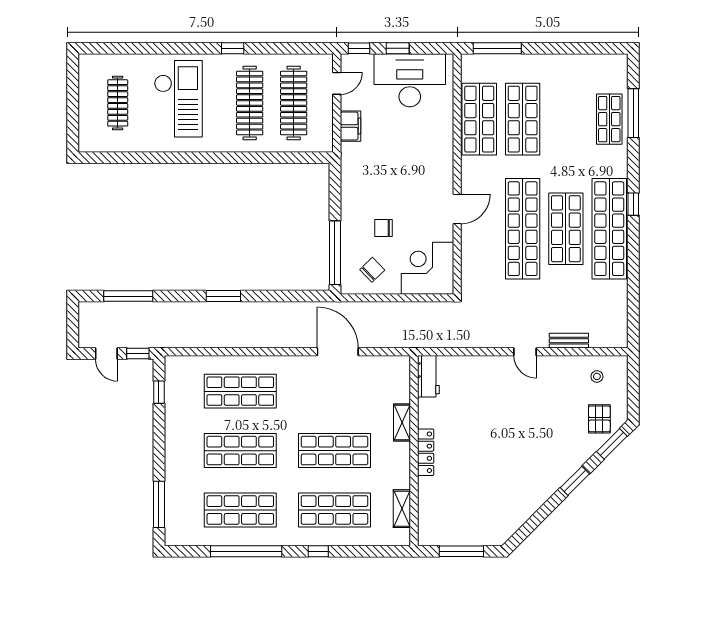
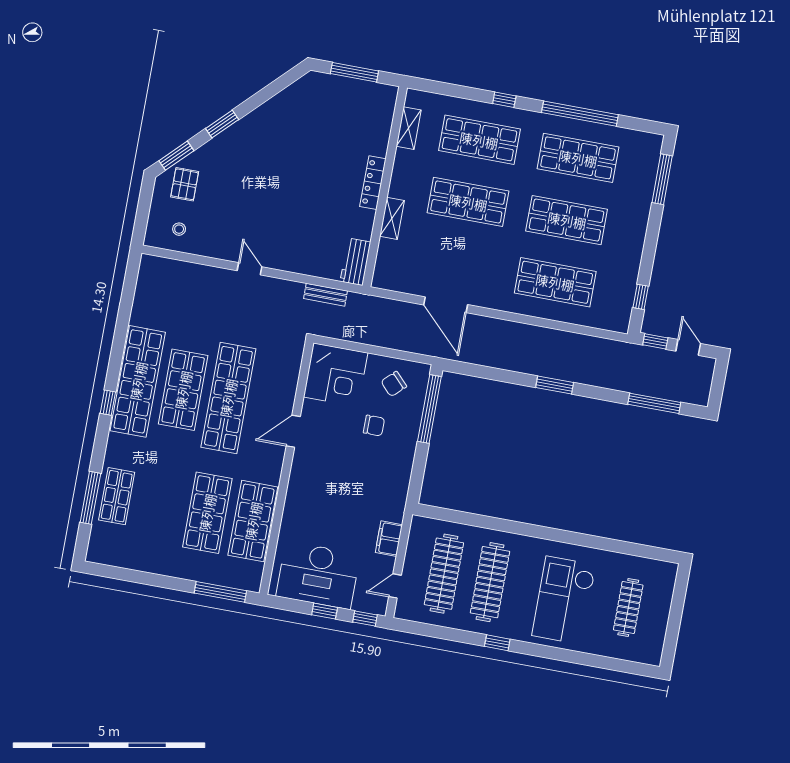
bench: (569, 341) -> (325, 295), moved

